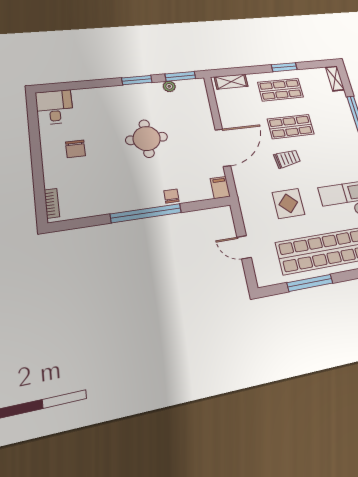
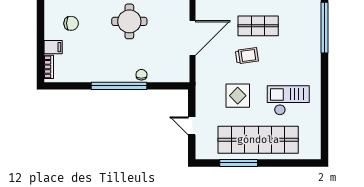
chair: (75, 149) -> (71, 23), turned -90
filing cabinet: (220, 187) -> (53, 47), moved, turned 90

